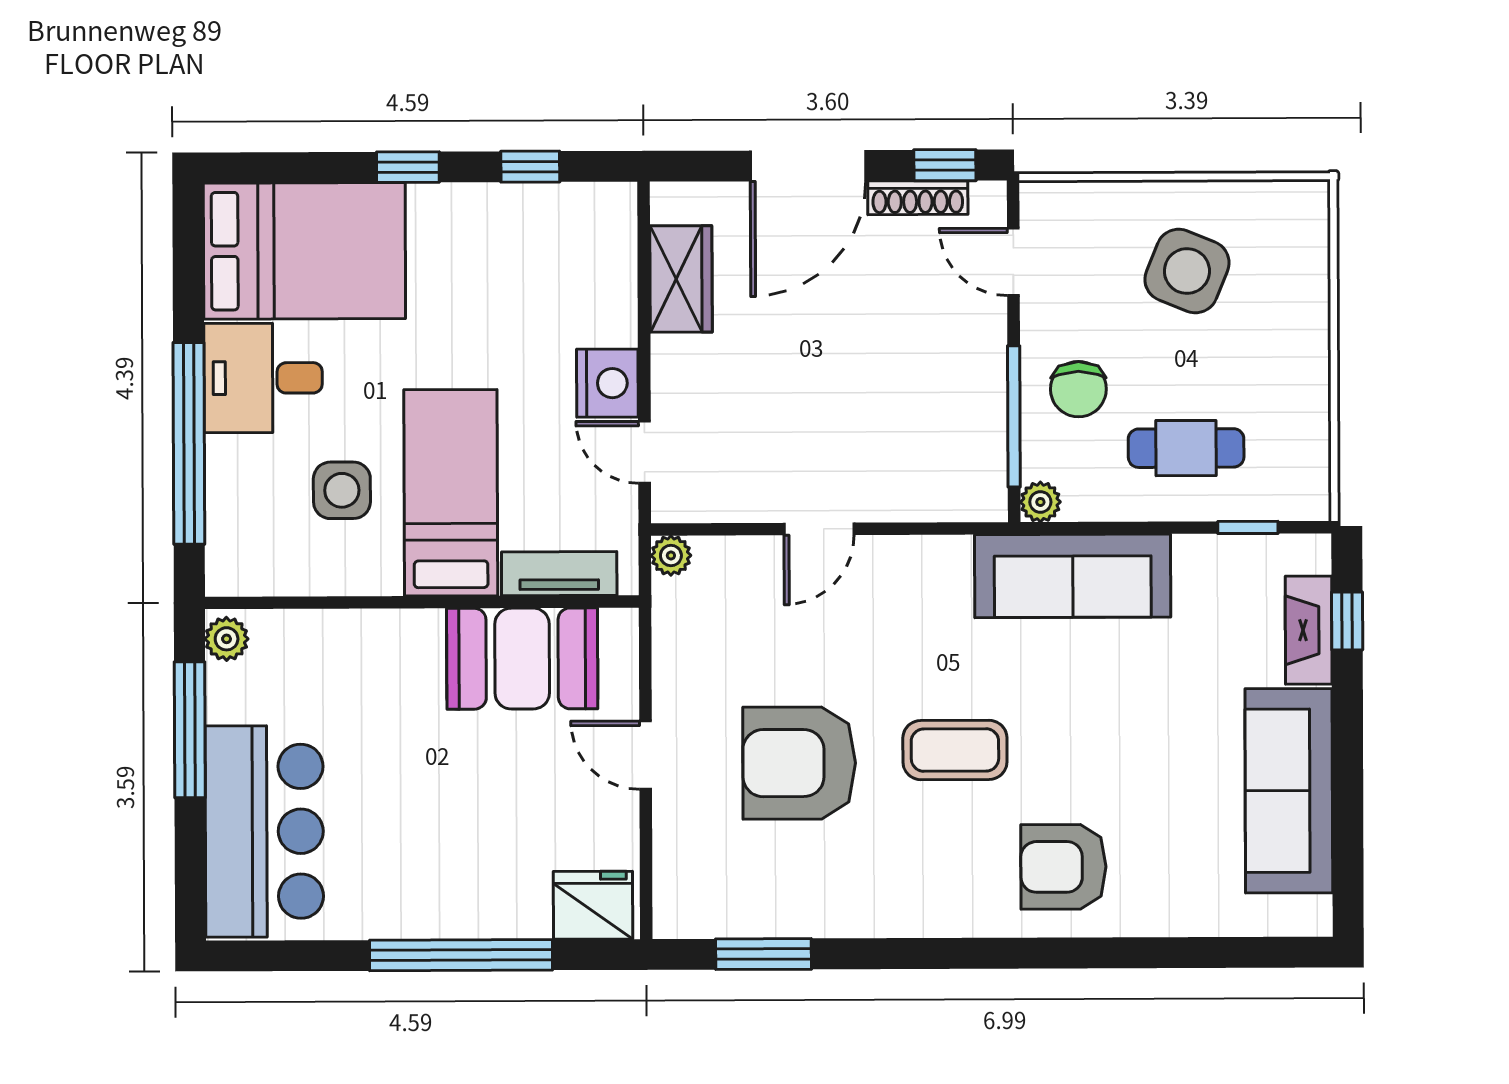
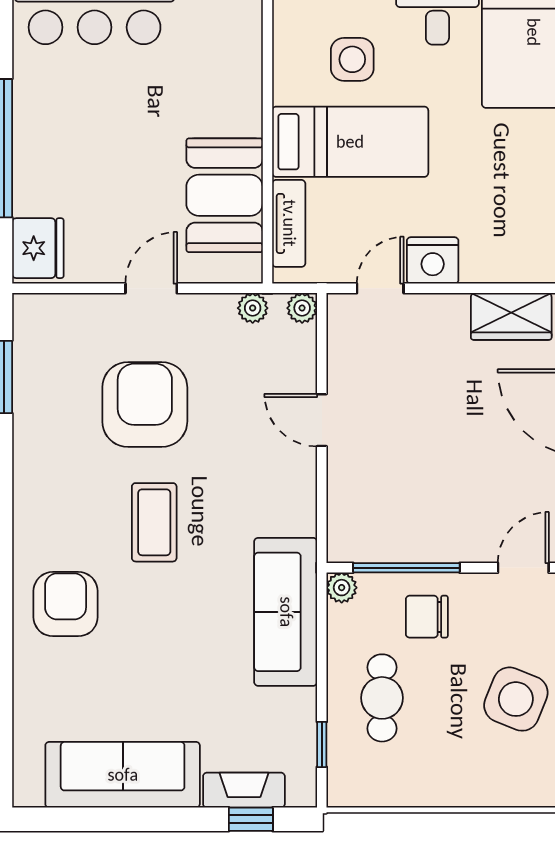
plant: (671, 621) -> (253, 308), added

